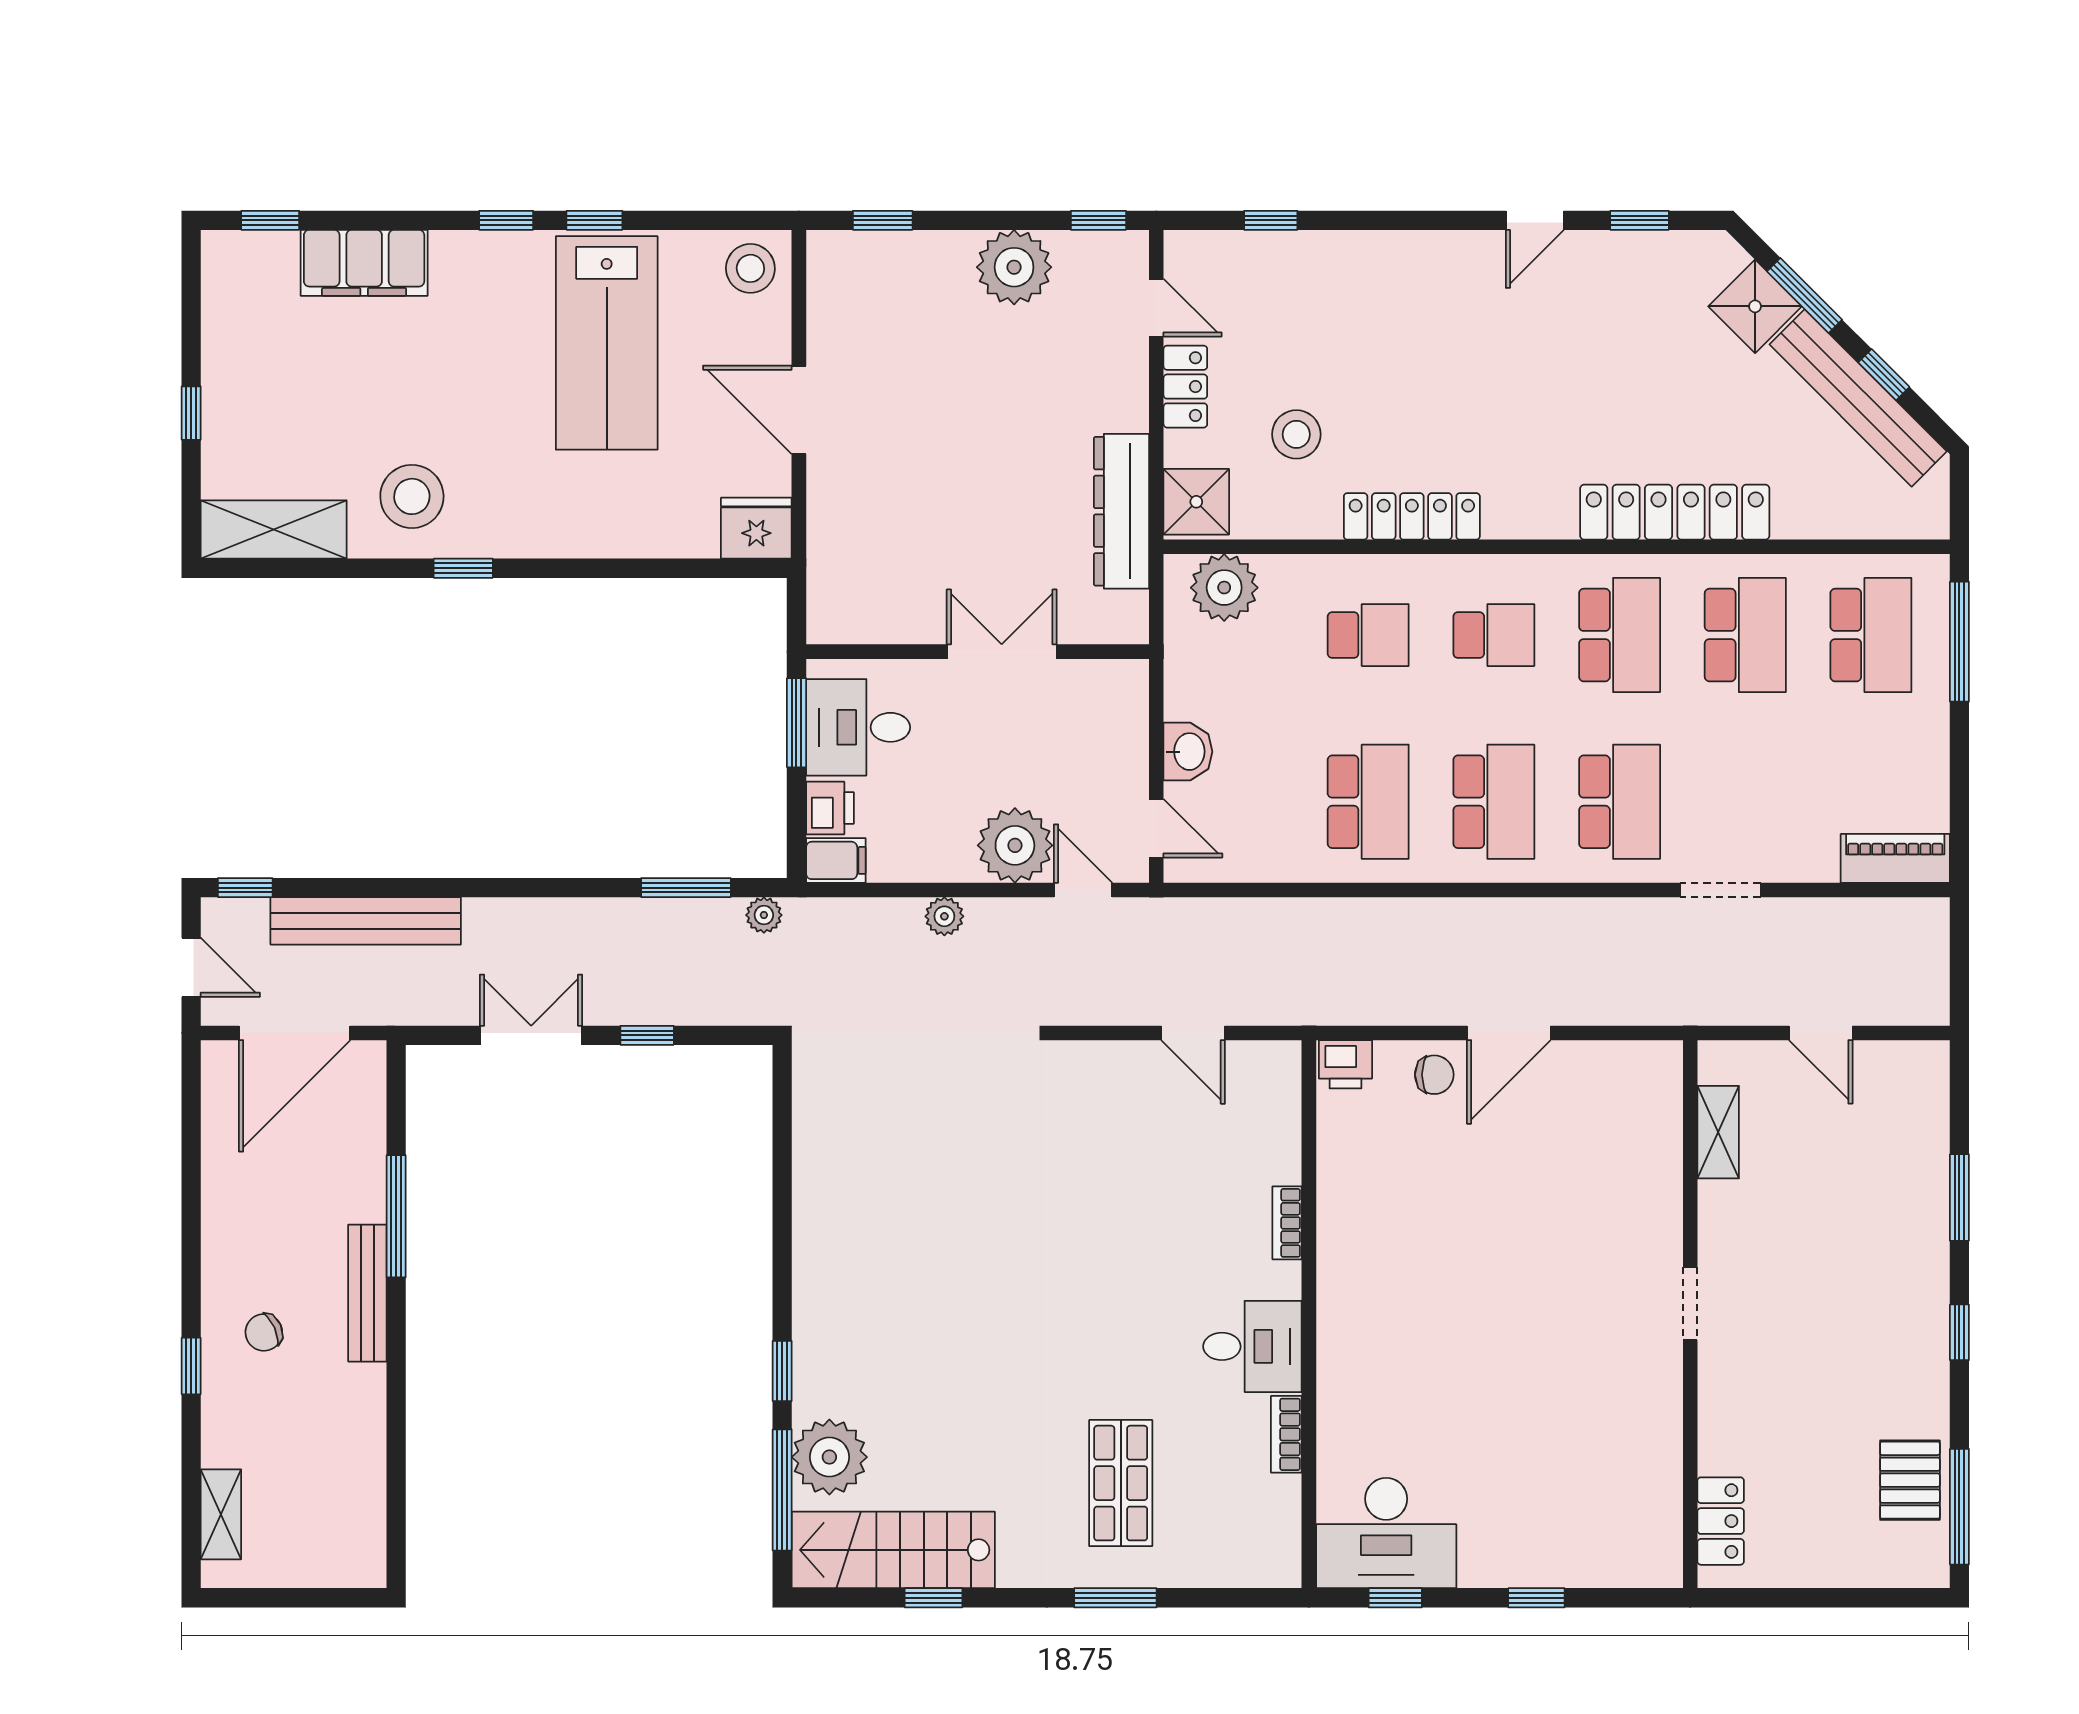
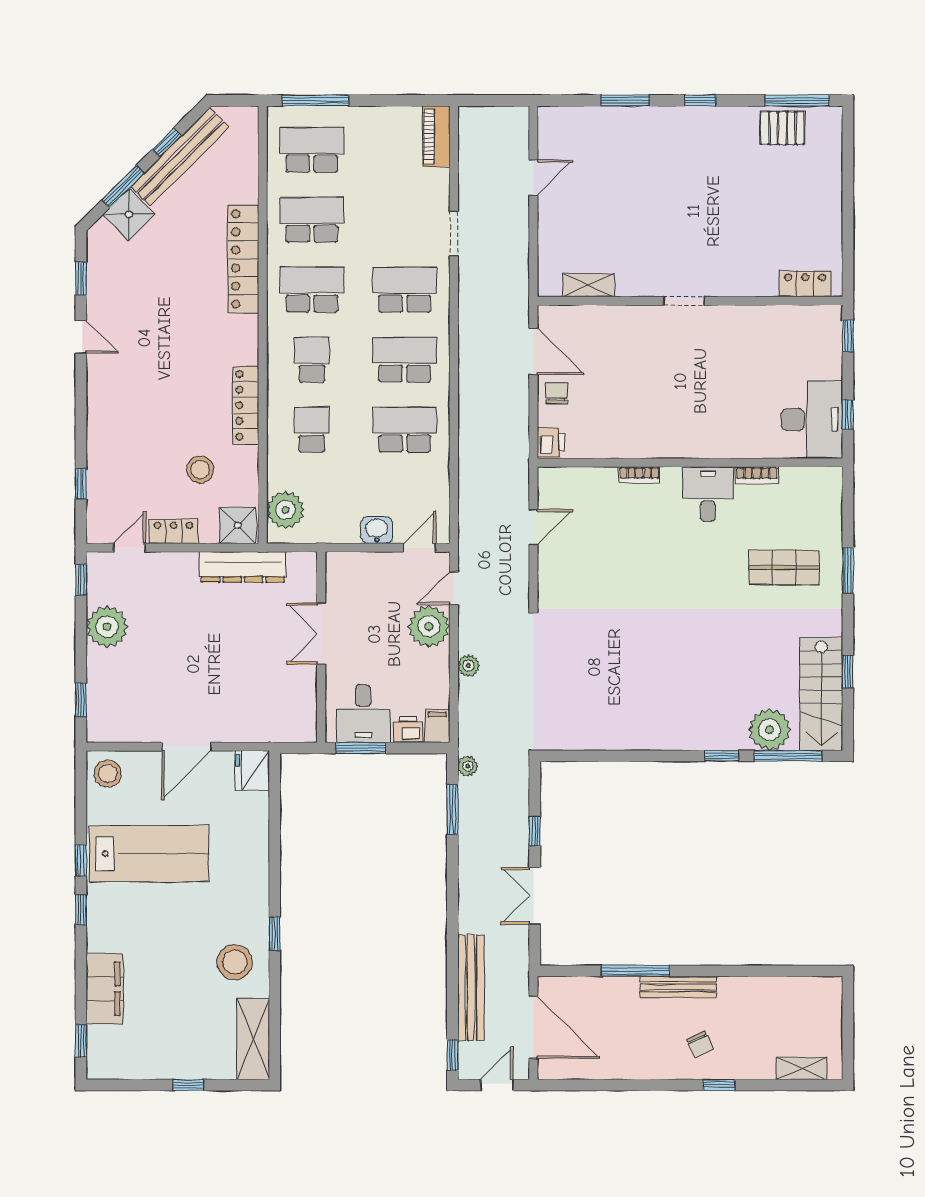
shelving: (1718, 1132) -> (589, 285), moved
doorway: (1690, 1303) -> (684, 301), moved
wall: (1690, 1314) -> (690, 301), moved
locker: (1721, 1521) -> (805, 284), moved

